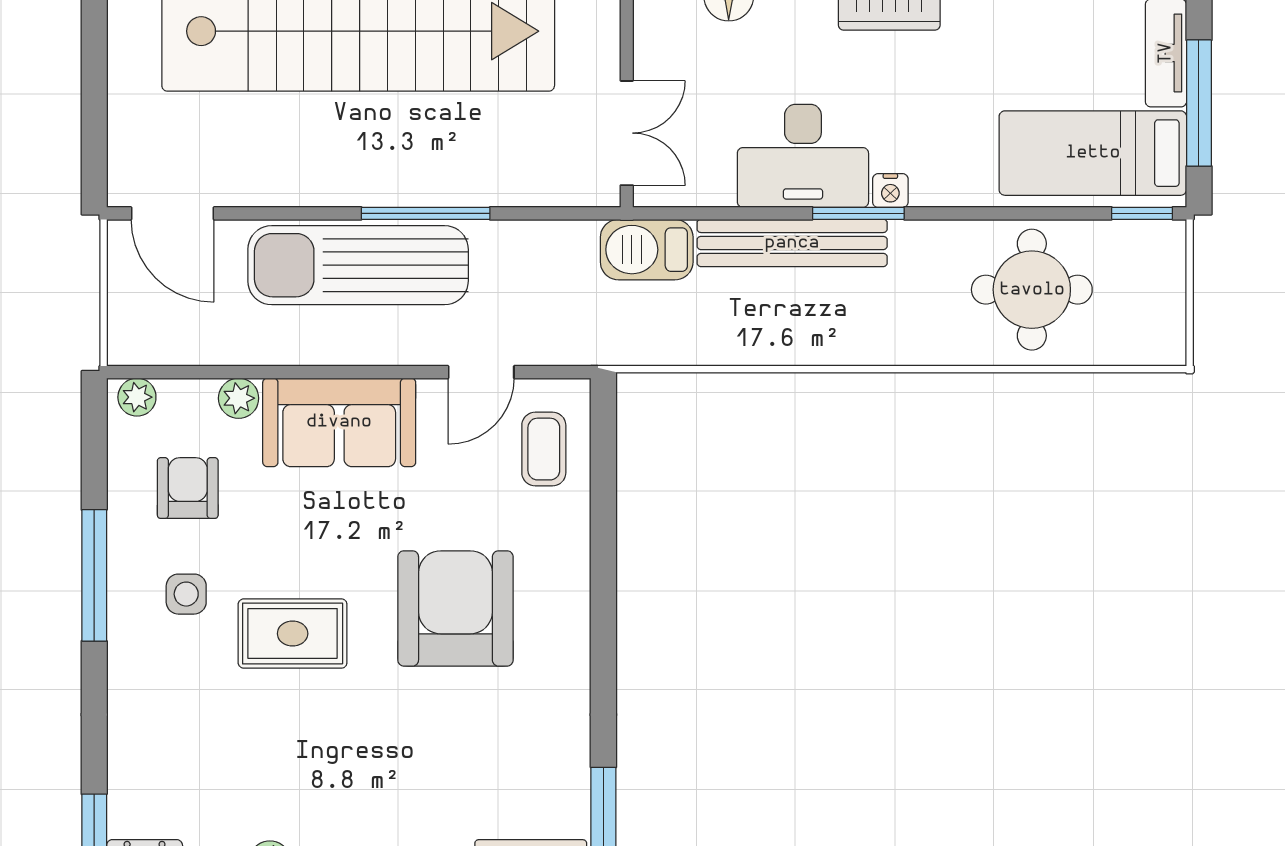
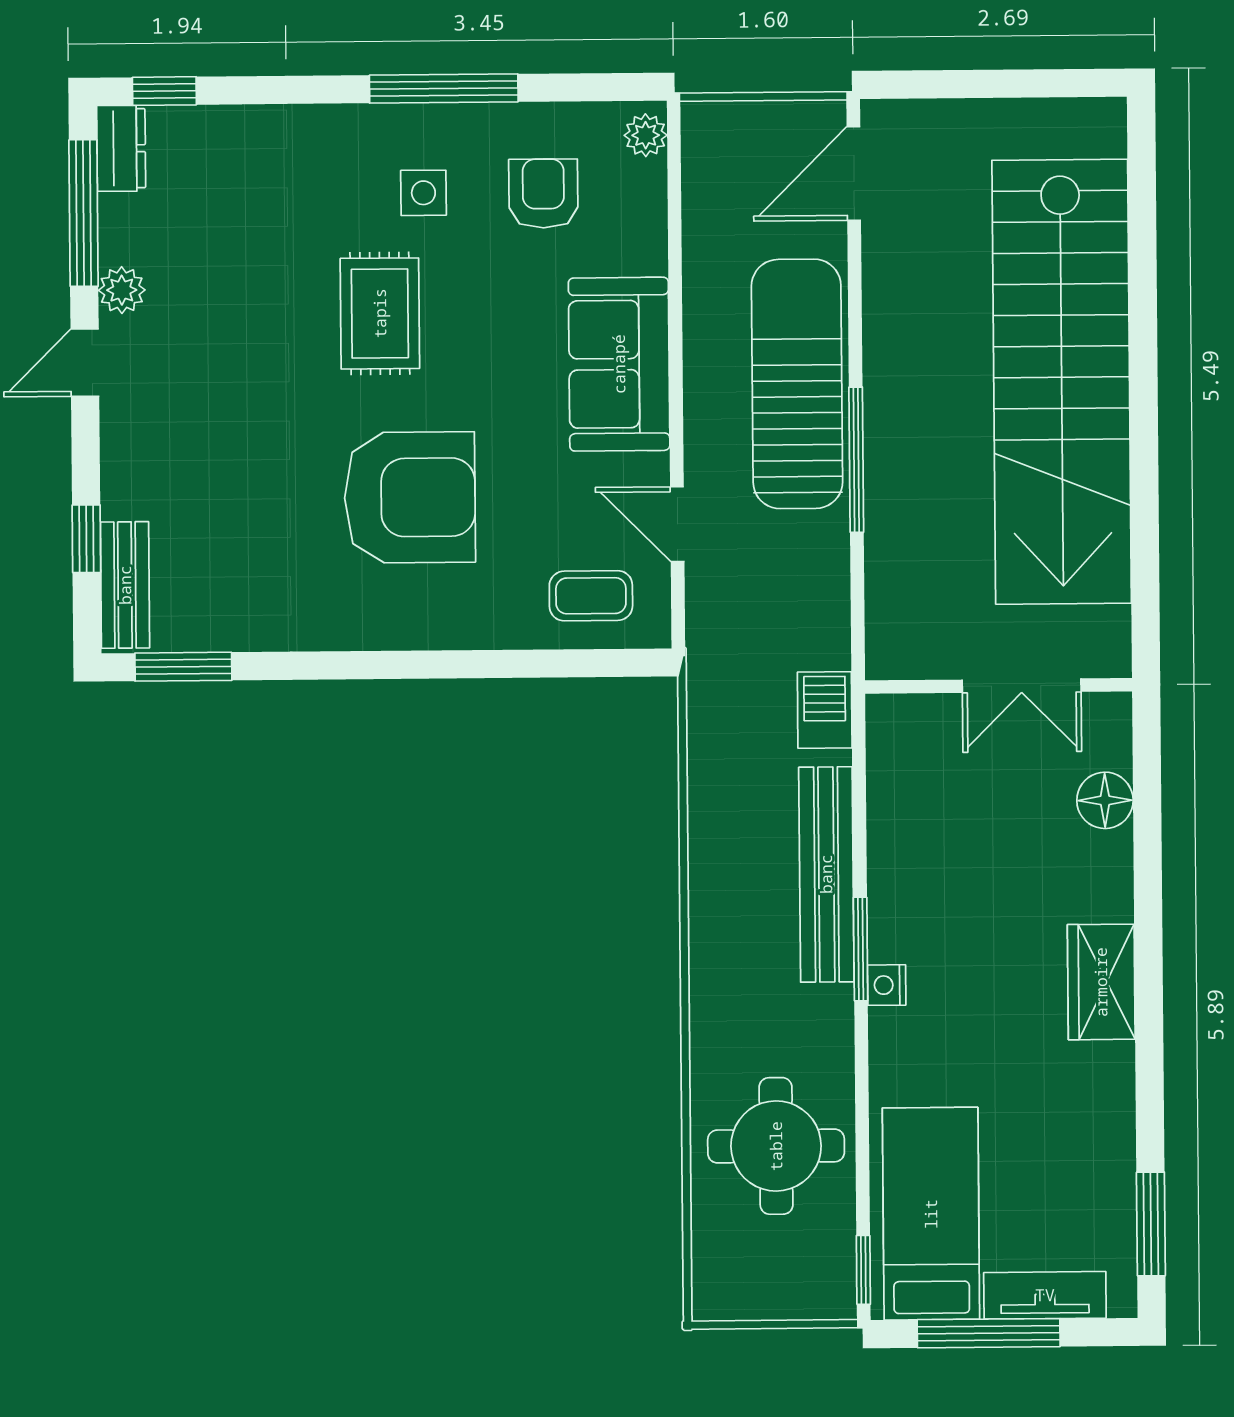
double door: (627, 133) -> (1022, 686), moved
desk: (803, 156) -> (925, 886), removed
barbecue: (647, 250) -> (825, 710), width x0.73, depth x0.79
plant: (239, 398) -> (645, 250), removed
armchair: (188, 488) -> (543, 194), turned -90

